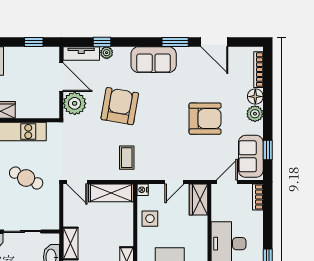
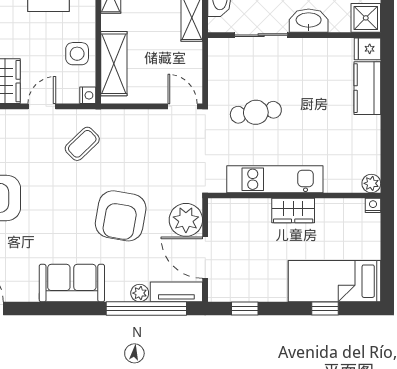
window: (102, 42) -> (146, 309), width x3.17
window: (175, 42) -> (41, 309), removed
coffee table: (127, 158) -> (82, 144), moved, turned 46
cafe table: (26, 178) -> (256, 112), turned -34
shelving: (111, 193) -> (114, 64), moved, turned 90

